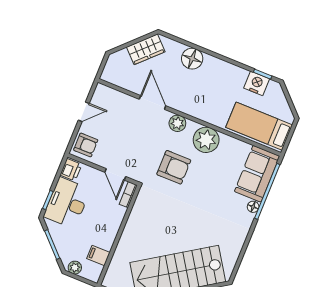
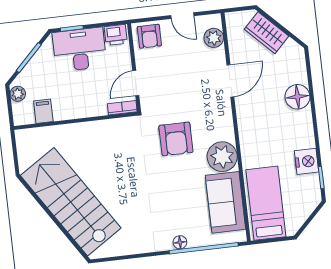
wardrobe: (146, 49) -> (266, 33), moved
nightstand: (257, 83) -> (306, 161), moved
plant: (177, 123) -> (214, 38), moved
sofa: (257, 174) -> (225, 202), moved, turned -90

